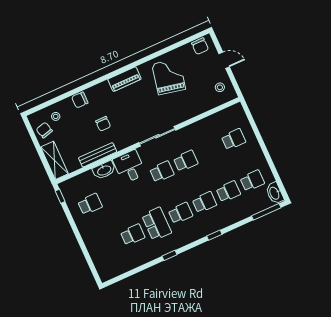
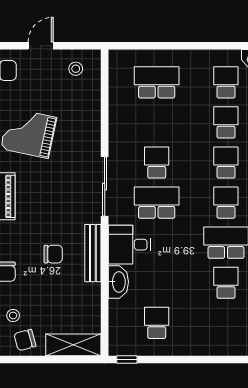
school desk: (234, 139) -> (157, 82), width x1.85
bench: (98, 155) -> (93, 253), moved
school desk: (162, 172) -> (157, 203), width x1.85

